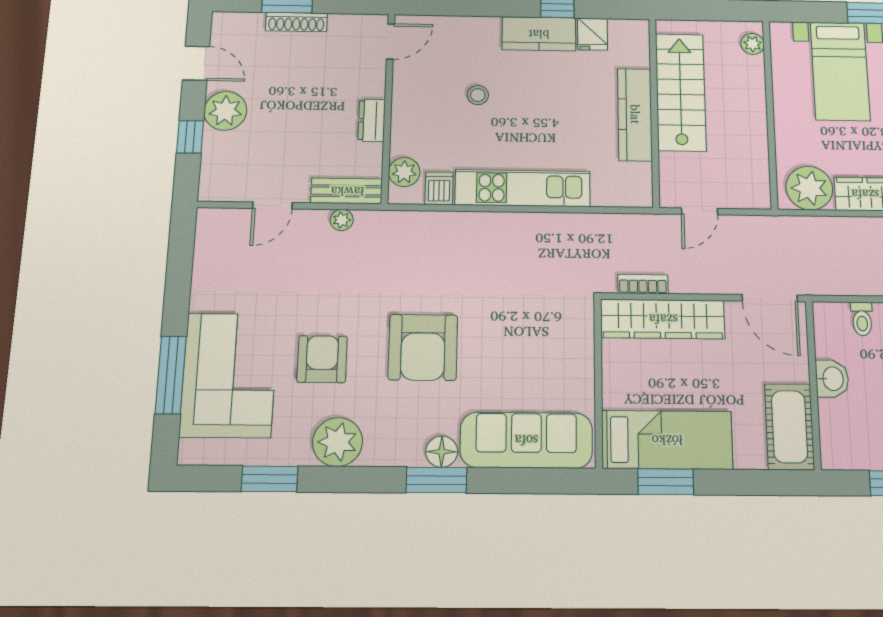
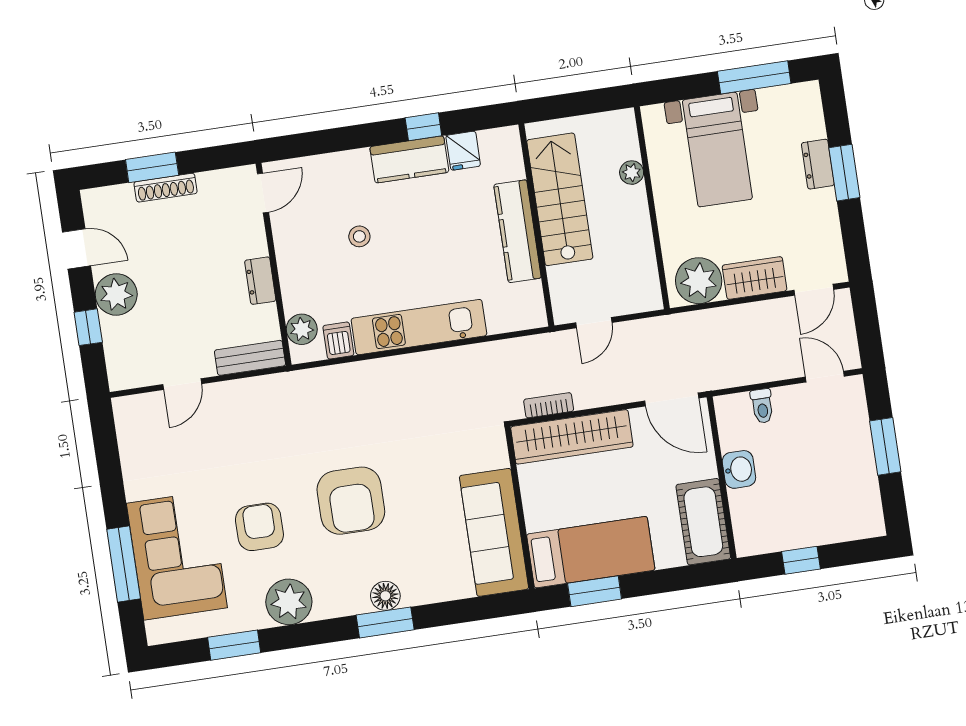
plant: (753, 44) -> (632, 173), moved
plant: (342, 220) -> (251, 388), removed
sofa: (526, 440) -> (494, 532), moved, turned -90

